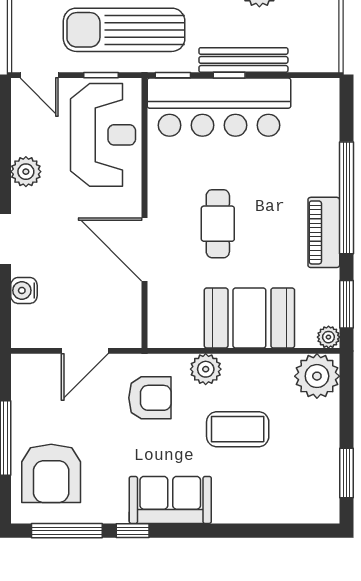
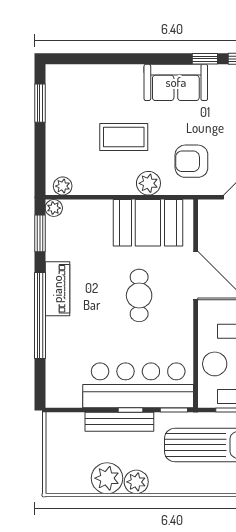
booth: (249, 318) -> (148, 223), moved
plant: (317, 376) -> (63, 186), width x0.53, depth x0.53

